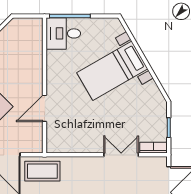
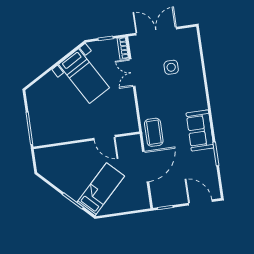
desk: (63, 33) -> (44, 131), removed
bed with nightstands: (112, 71) -> (84, 76), moved

